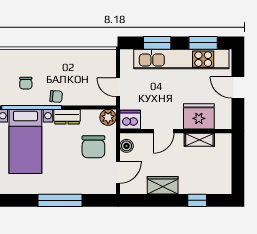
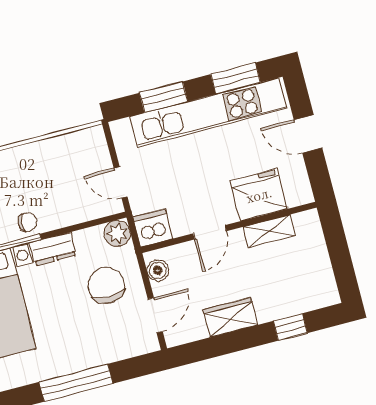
chair: (93, 147) -> (106, 285), turned 180

